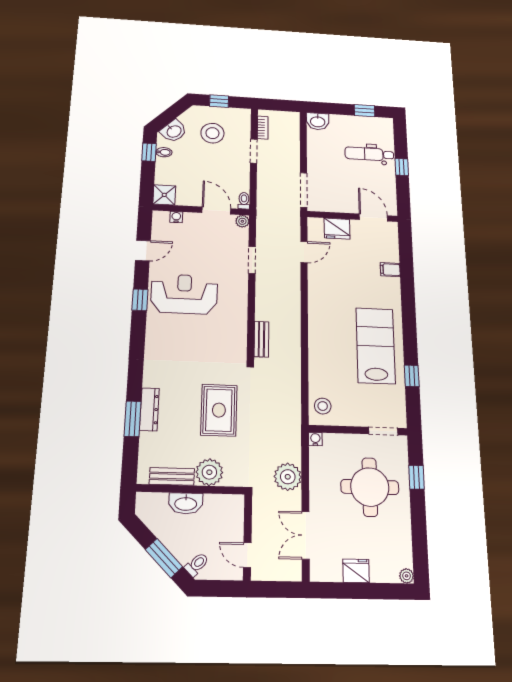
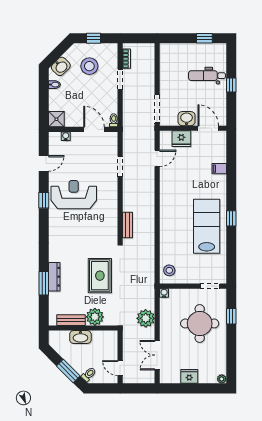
washbasin: (318, 121) -> (187, 119), moved, turned 180
window: (149, 152) -> (44, 85), removed
plant: (242, 221) -> (113, 137), removed
window: (412, 376) -> (231, 218), moved

